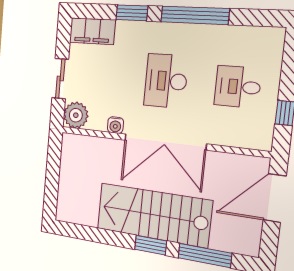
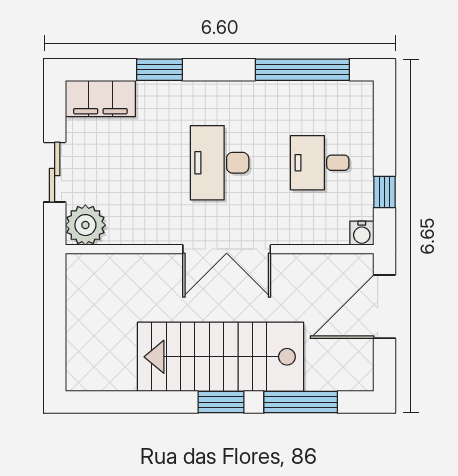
window: (195, 15) -> (302, 70), moved
water cooler: (115, 125) -> (362, 233), moved
double door: (165, 142) -> (227, 249), width x0.73

